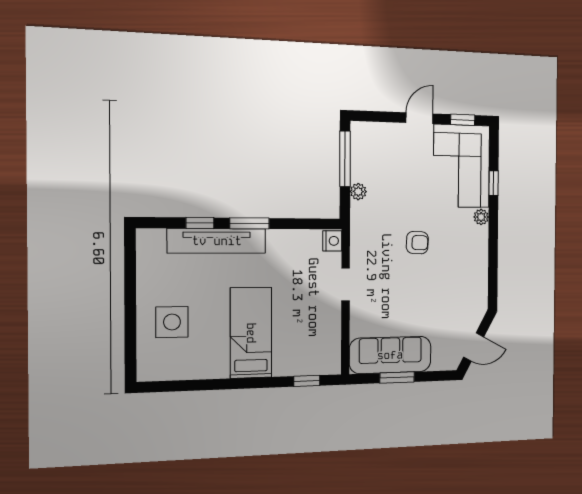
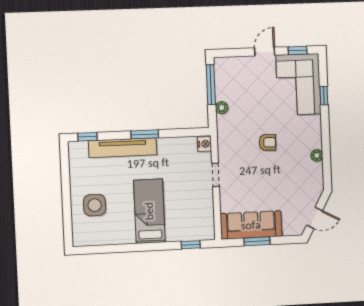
plant: (481, 217) -> (317, 155), moved
window: (200, 223) -> (87, 137), moved

